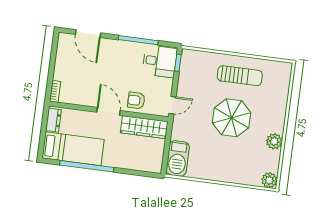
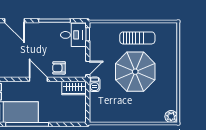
parasol: (232, 118) -> (135, 72), width x1.36, depth x1.36
wardrobe: (144, 127) -> (74, 88), width x0.67
plant: (274, 141) -> (171, 86), removed
barbecue: (178, 158) -> (95, 84), moved, width x0.53, depth x0.65

